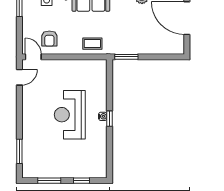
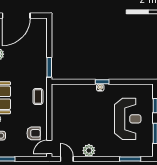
plant: (29, 103) -> (89, 150), added
reception desk: (70, 115) -> (128, 119), moved, turned -90

